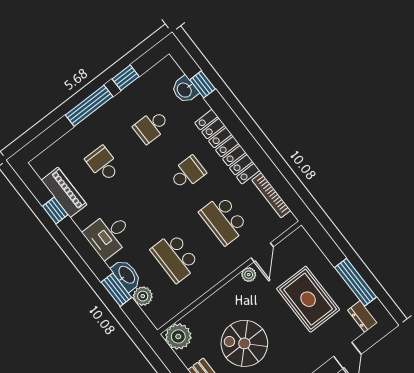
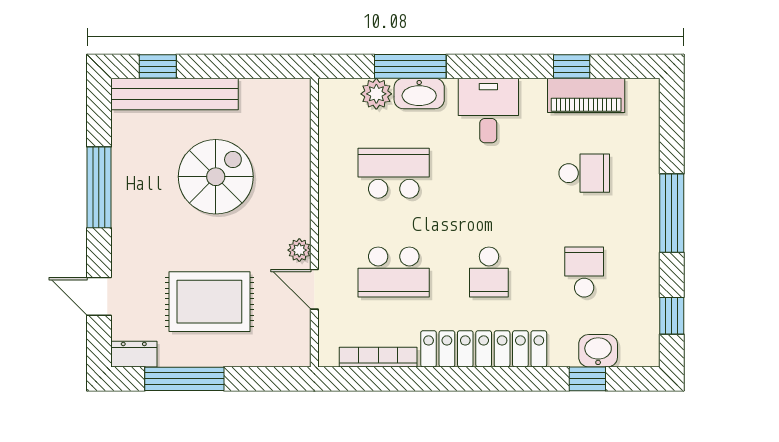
window: (126, 78) -> (672, 316), moved
school desk: (224, 220) -> (394, 272), turned 180
window: (116, 290) -> (410, 66), width x1.44
plant: (178, 336) -> (290, 99), removed

